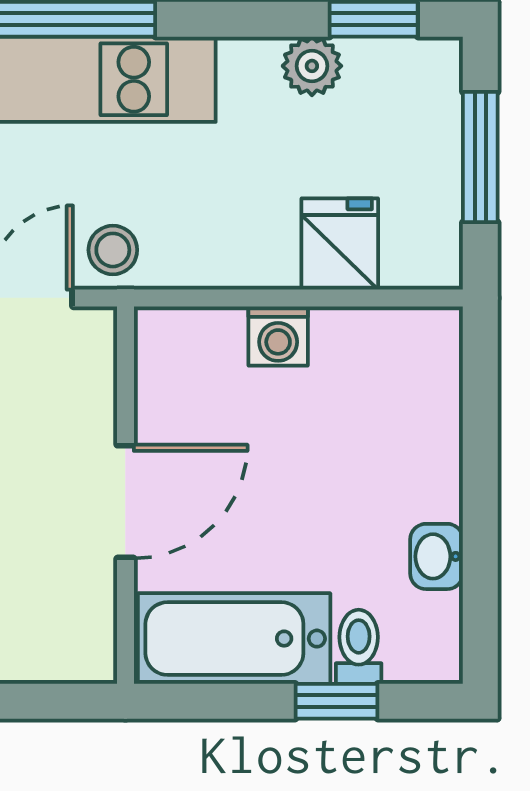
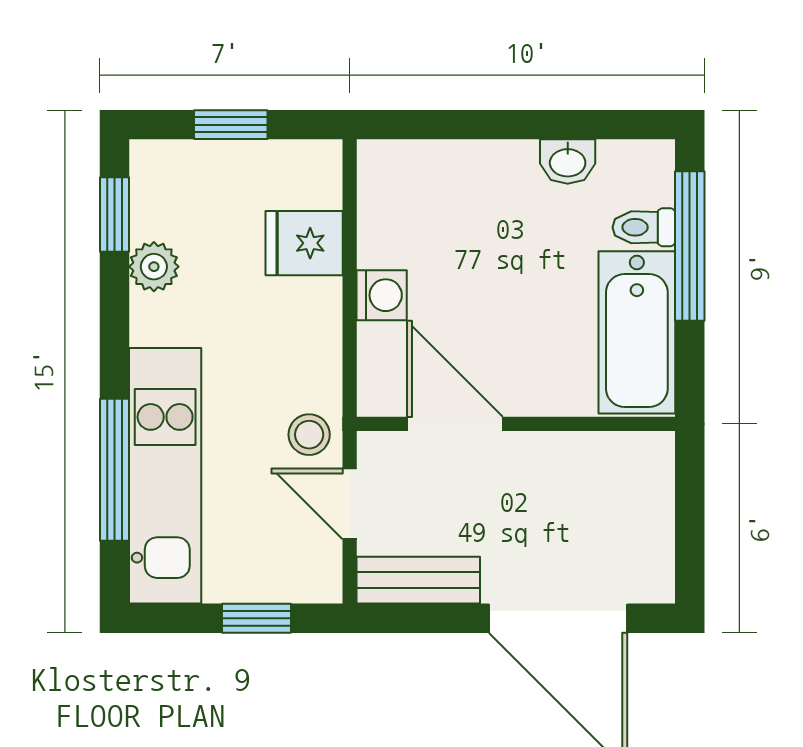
window: (480, 157) -> (231, 125), width x0.67
door: (125, 502) -> (455, 424), moved
window: (336, 701) -> (690, 246), width x2.17

